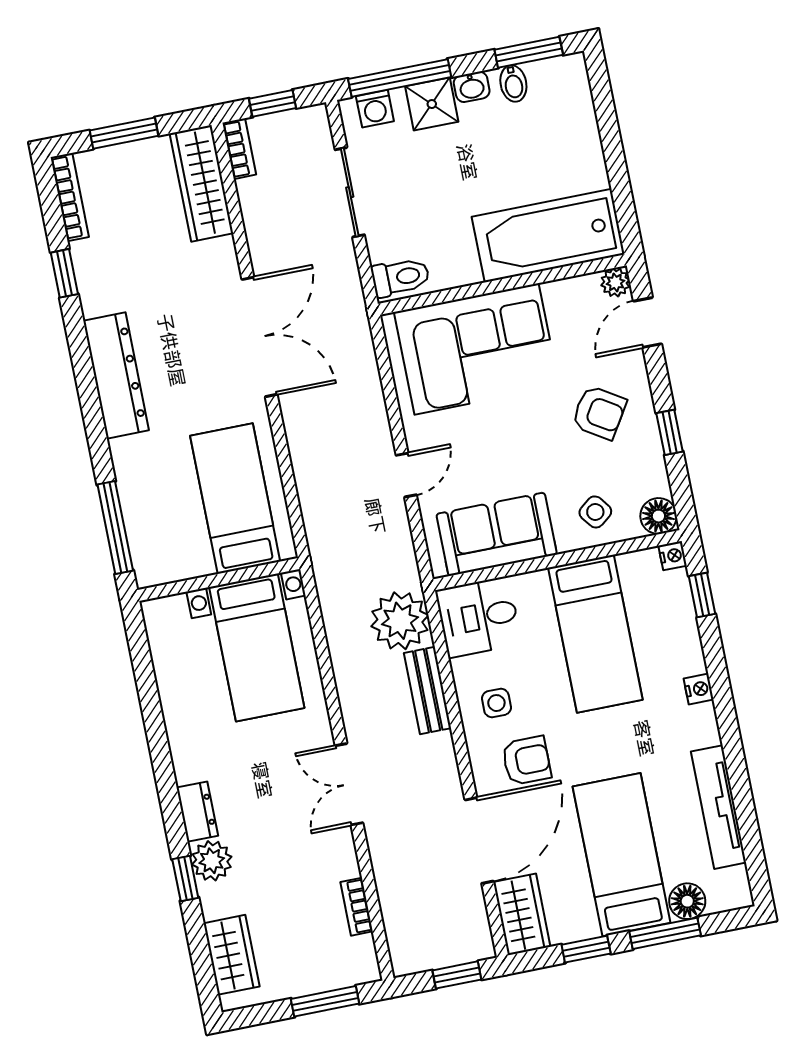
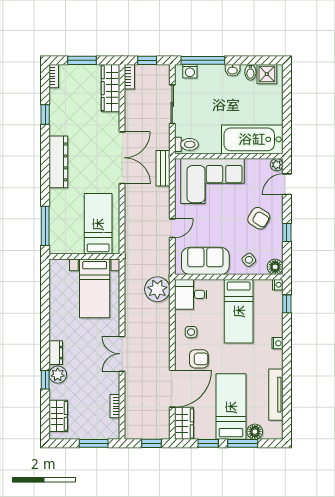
window: (529, 52) -> (259, 60), removed
shower: (432, 104) -> (267, 74), moved
bookcase: (70, 197) -> (54, 76), width x0.64
bench: (428, 691) -> (163, 168), moved

